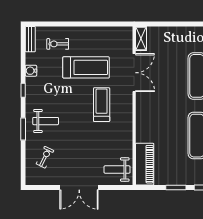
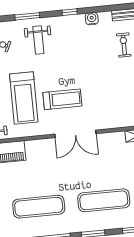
treadmill: (86, 67) -> (24, 98), moved
double door: (134, 73) -> (75, 134), moved

